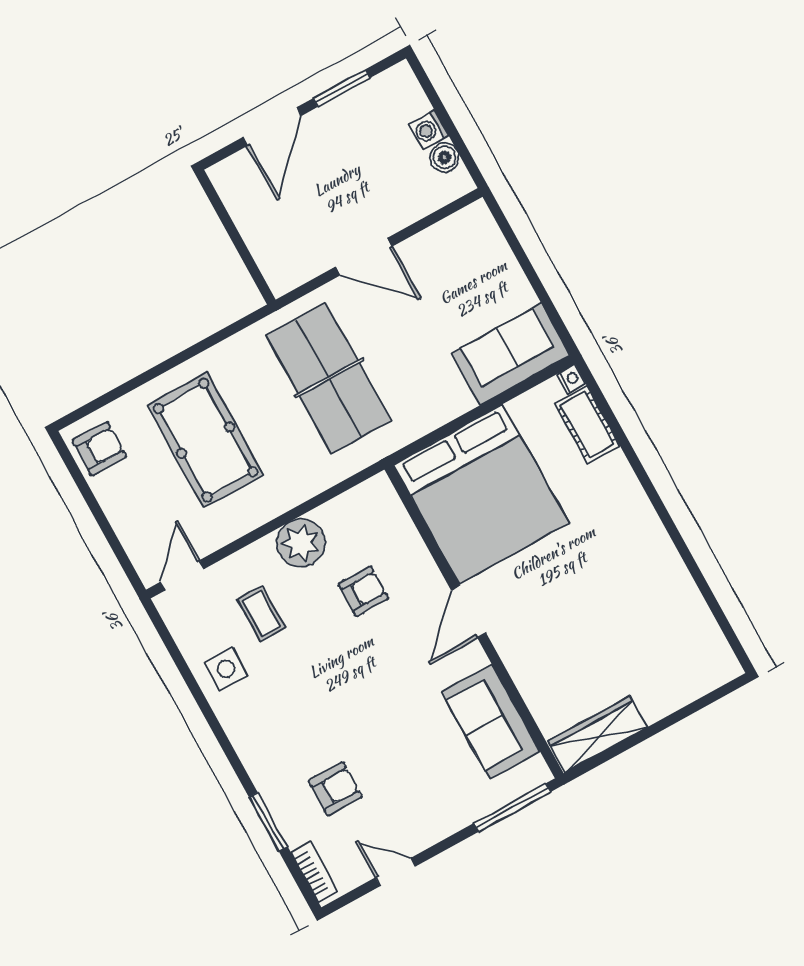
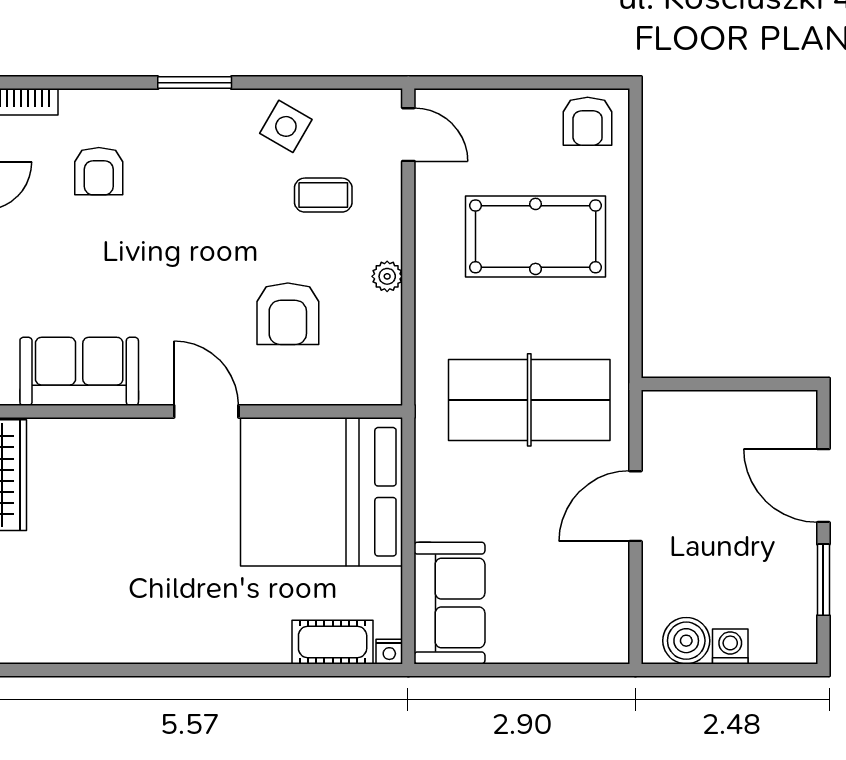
boiler: (444, 157) -> (686, 641), width x1.36, depth x1.36
plant: (301, 543) -> (387, 276), width x0.53, depth x0.53
armchair: (363, 591) -> (288, 314), width x1.38, depth x1.38
side table: (226, 669) -> (286, 126), turned 30
window: (268, 822) -> (195, 83), moved

